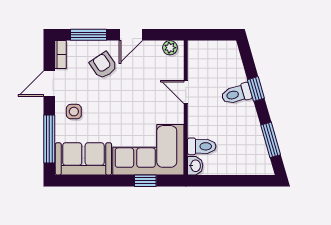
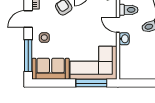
toilet: (202, 146) -> (129, 10), moved
washbasin: (195, 166) -> (124, 39), moved
window: (145, 181) -> (91, 83), width x2.17

